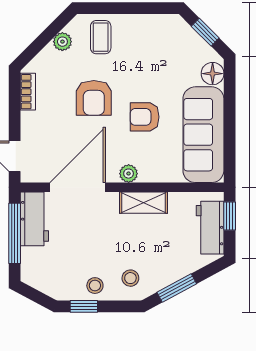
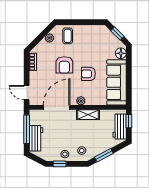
workbench: (34, 219) -> (36, 138), moved

